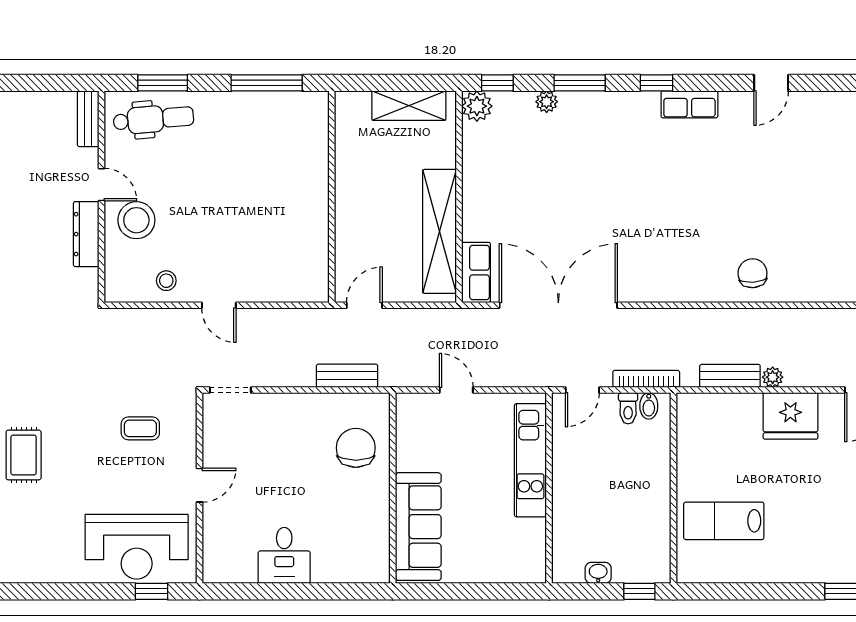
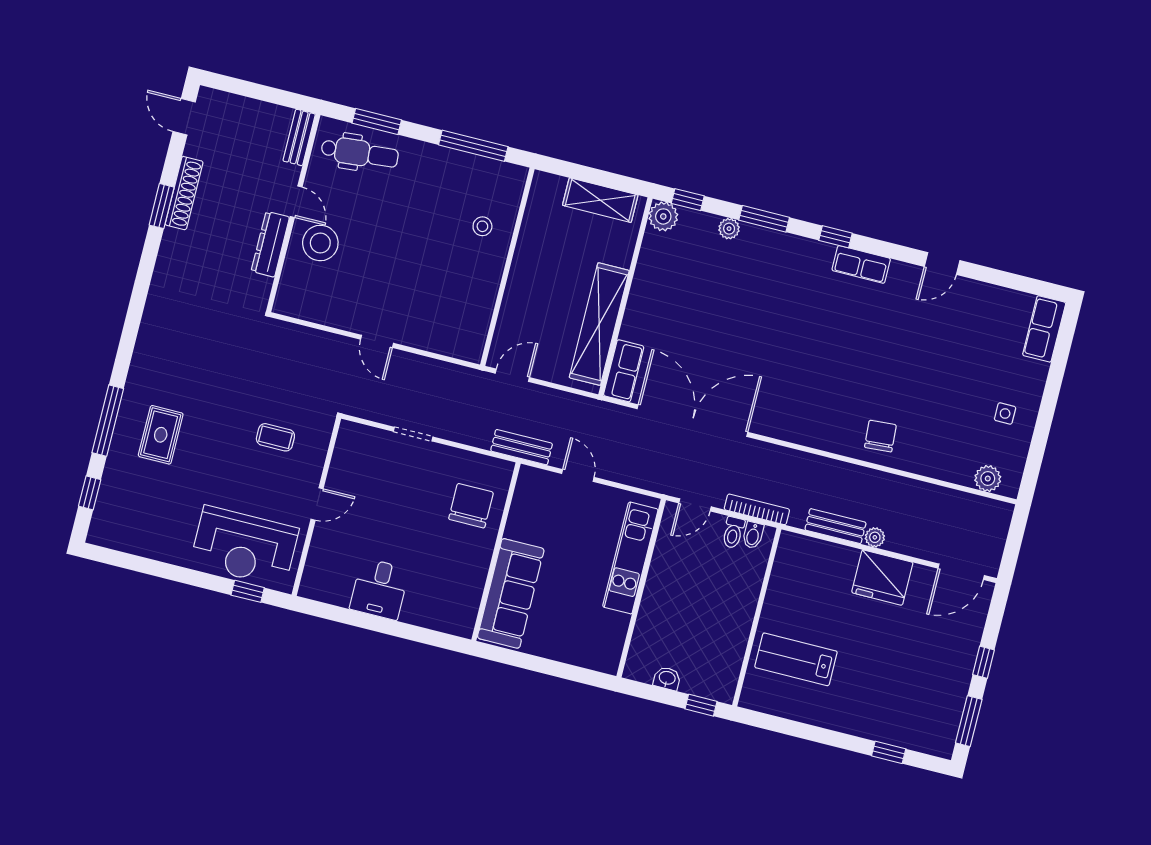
stool: (166, 281) -> (482, 226), moved
bench: (347, 376) -> (522, 447), moved
doorway: (230, 390) -> (413, 434), moved

